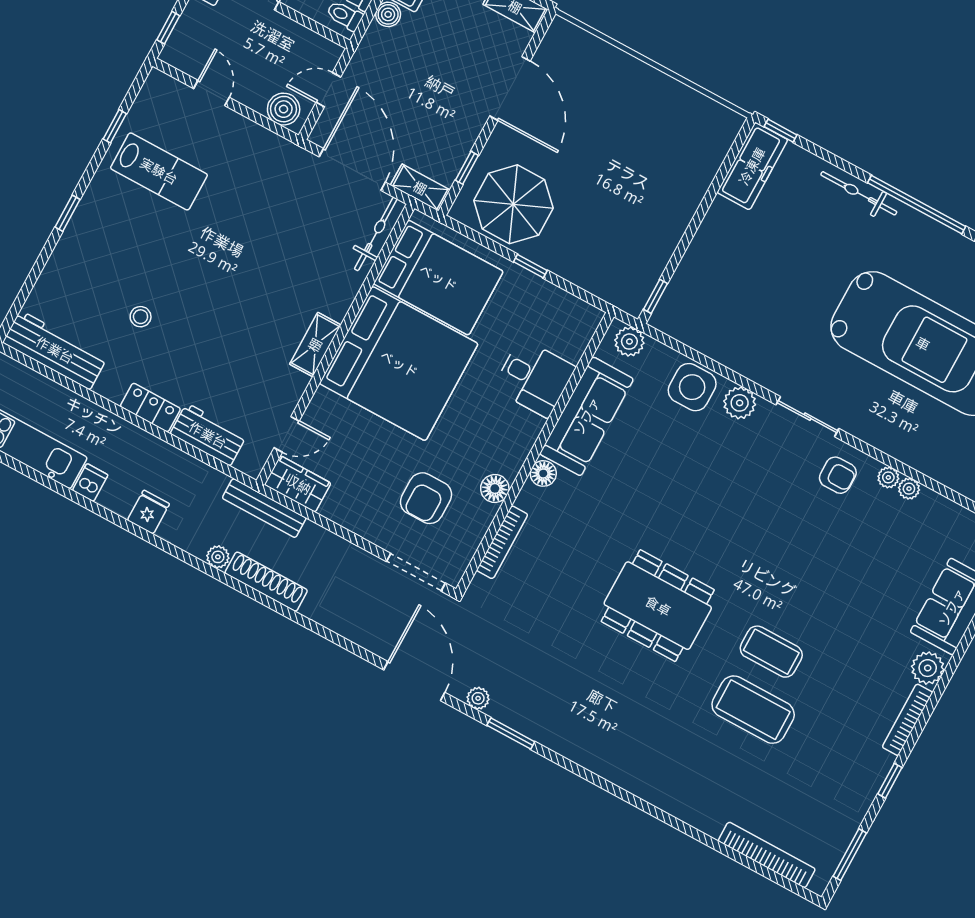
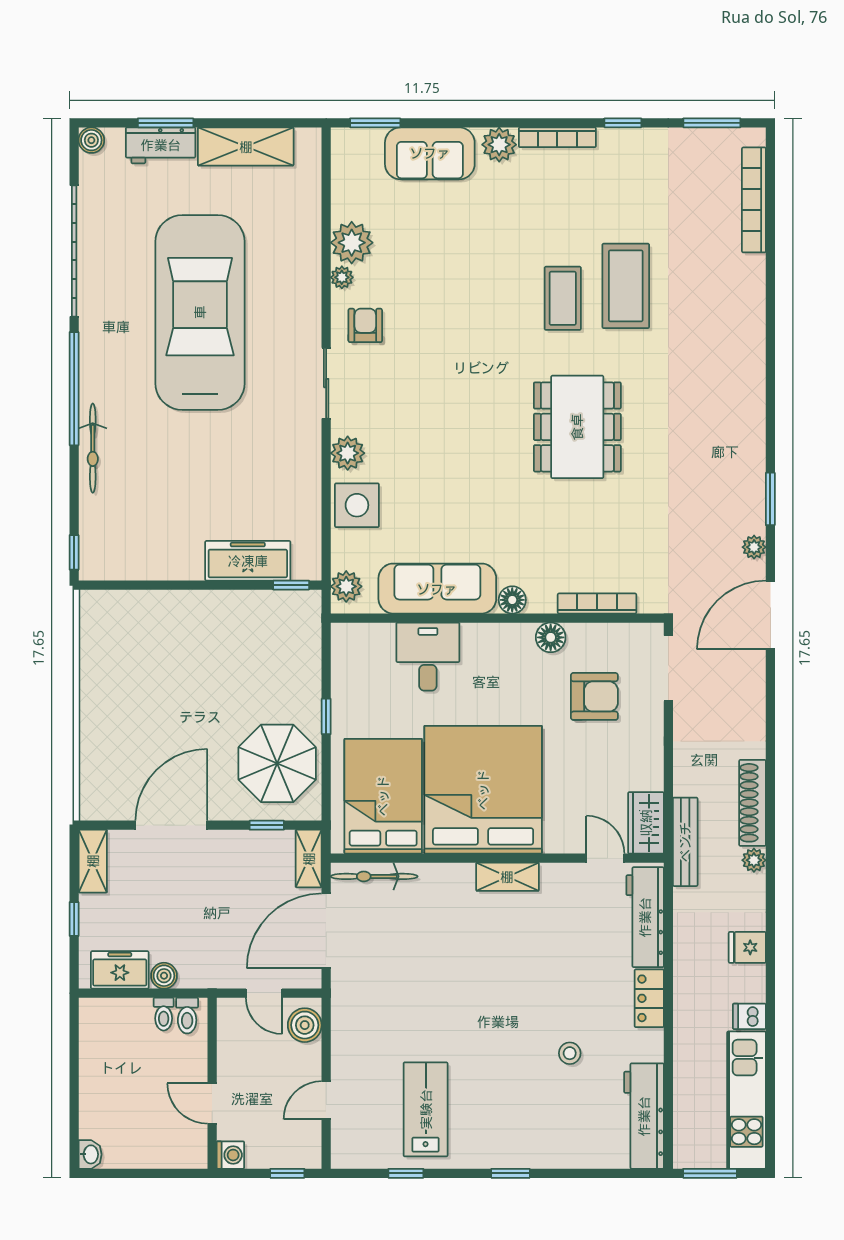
freezer: (752, 166) -> (248, 561), moved
workbench: (208, 435) -> (645, 917), width x1.38
plant: (909, 489) -> (352, 243), width x1.87, depth x1.87

